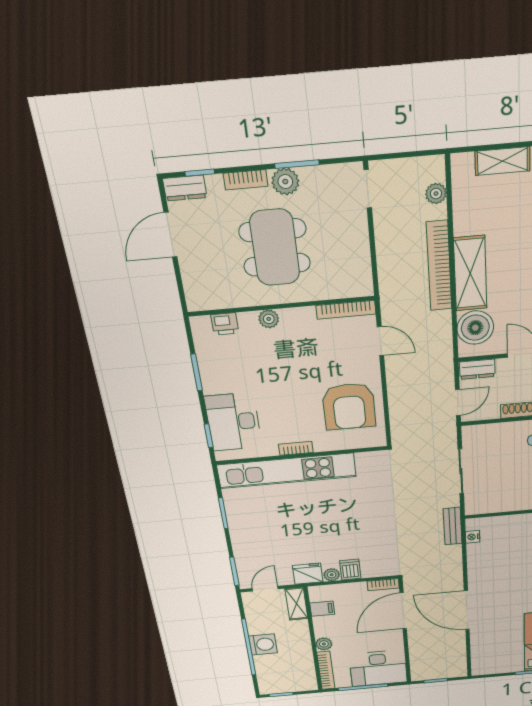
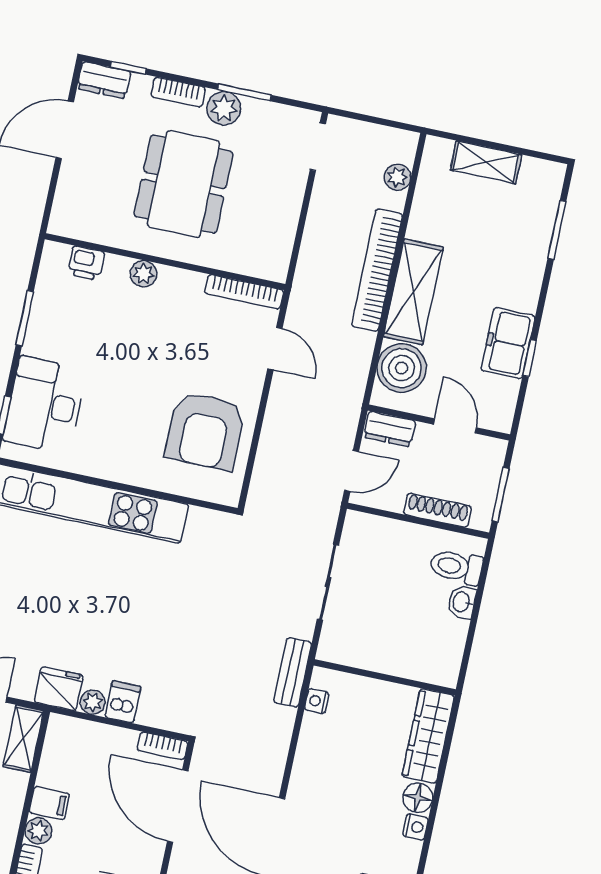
bookcase: (296, 448) -> (113, 472), removed
filing cabinet: (322, 609) -> (49, 803), moved
door: (403, 611) -> (178, 806), hinge flipped

